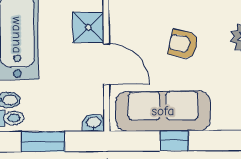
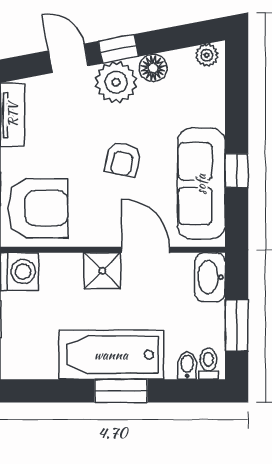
door: (106, 64) -> (145, 250), hinge flipped
washbasin: (94, 123) -> (210, 277), width x1.91, depth x1.45

